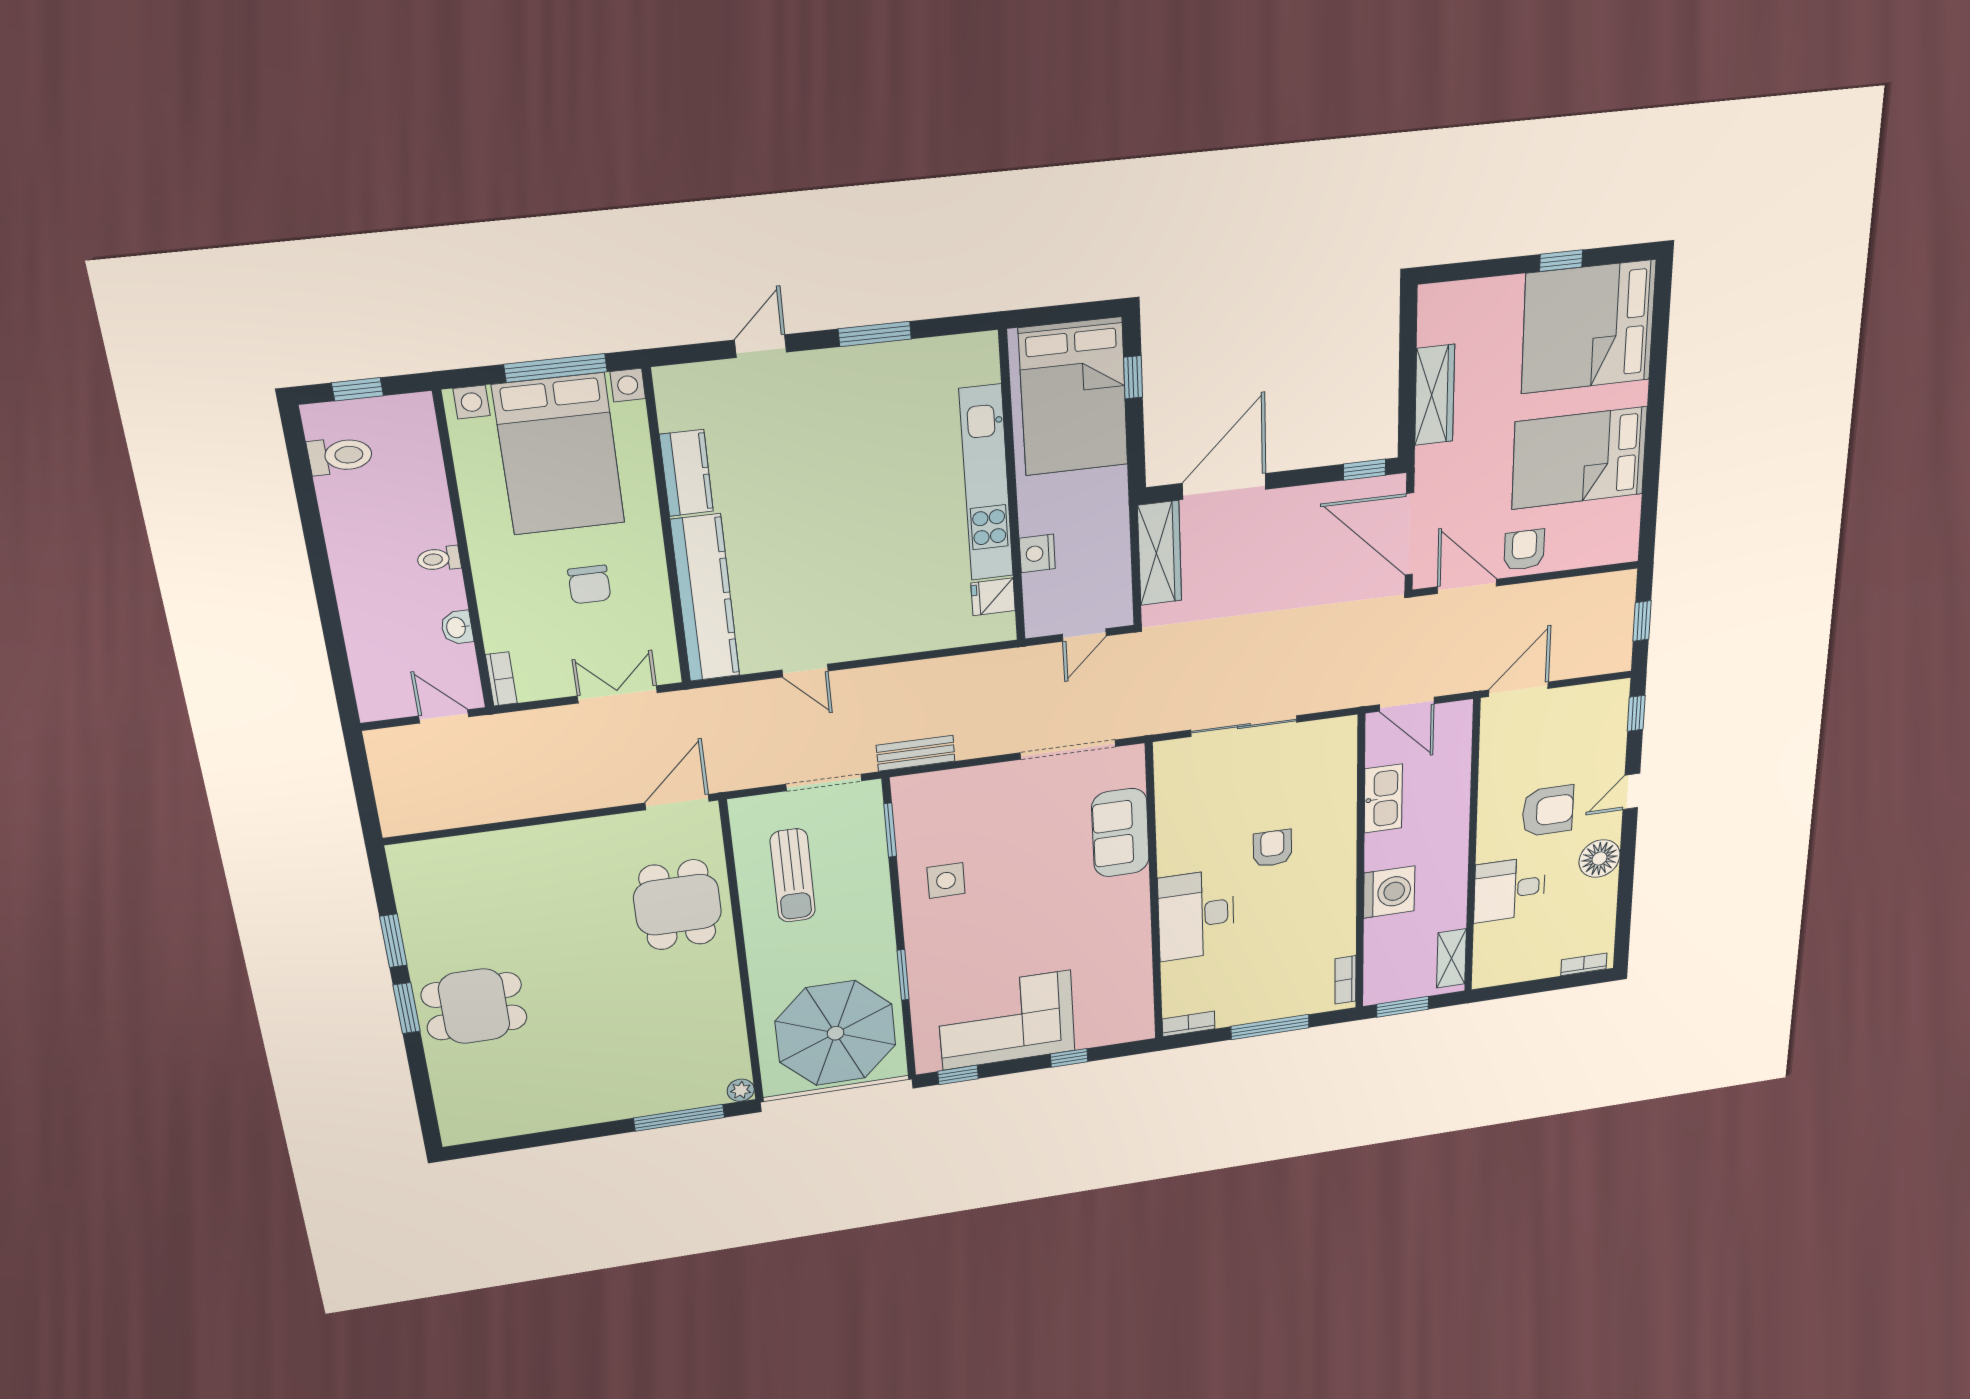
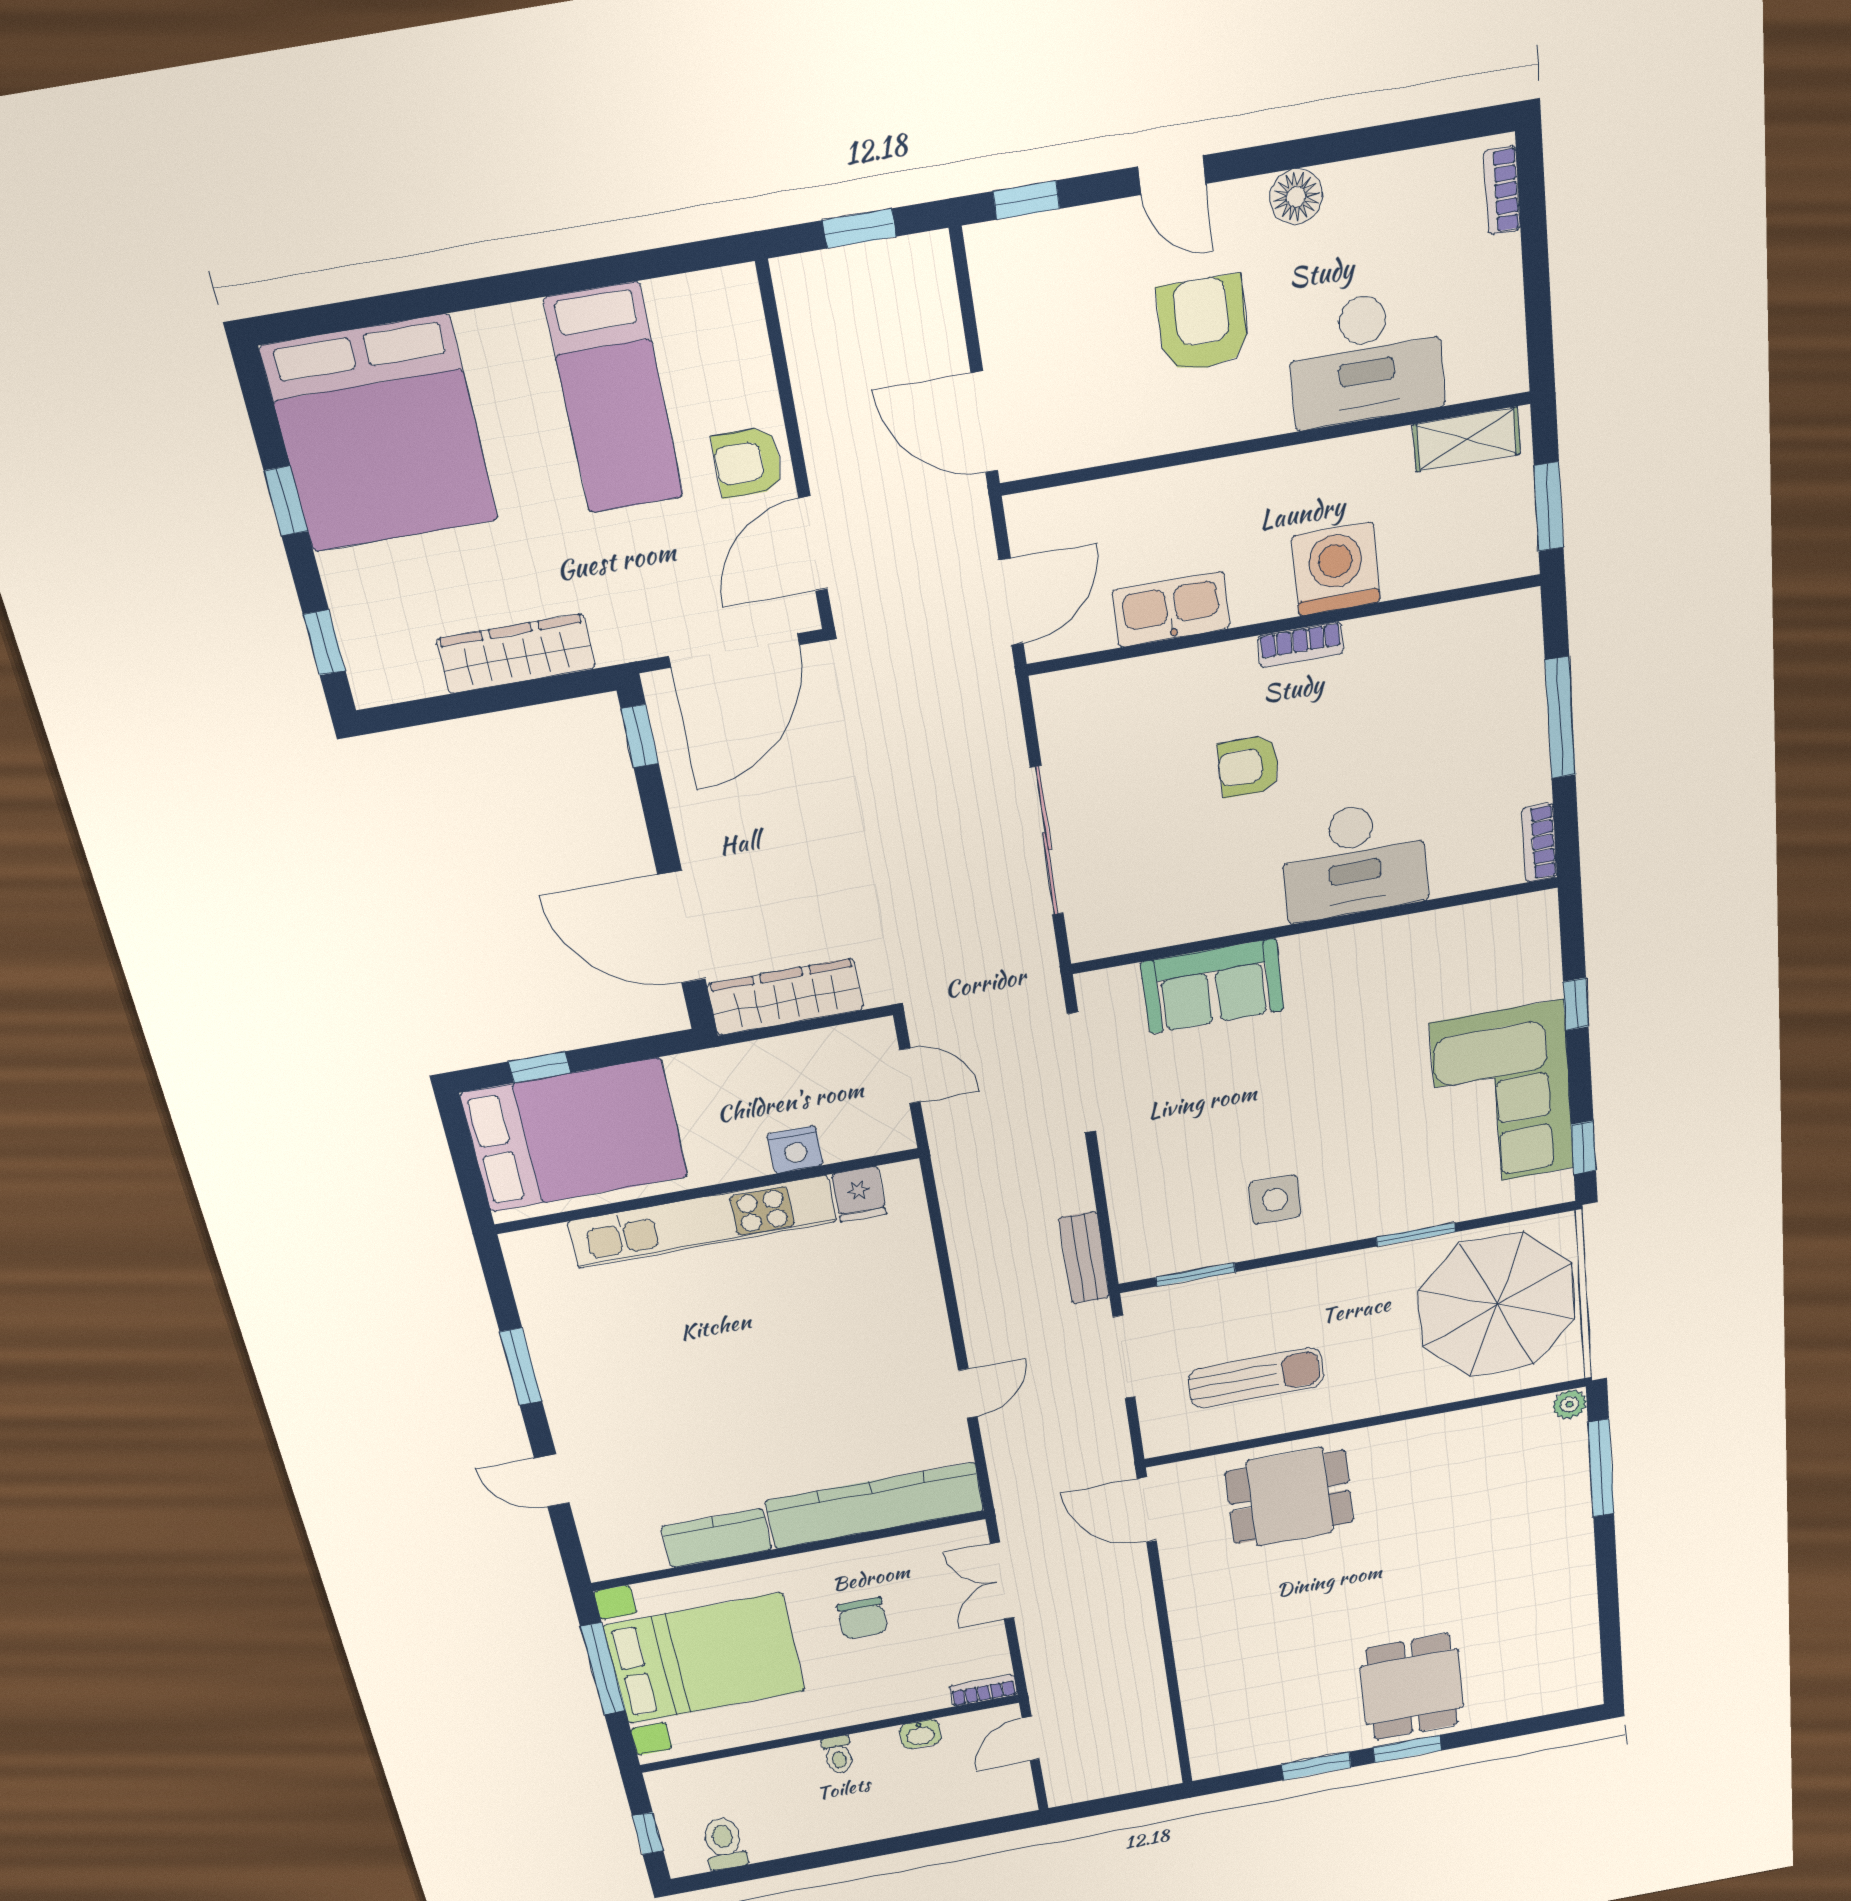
window: (1467, 271) -> (324, 643), added
bed: (1579, 458) -> (614, 399), width x0.67
chair: (589, 585) -> (862, 1619), turned 90
floor lamp: (1600, 859) -> (1296, 197), width x0.73, depth x0.73
desk: (1510, 889) -> (1366, 358), width x1.37
bookcase: (1345, 980) -> (1301, 645), moved

